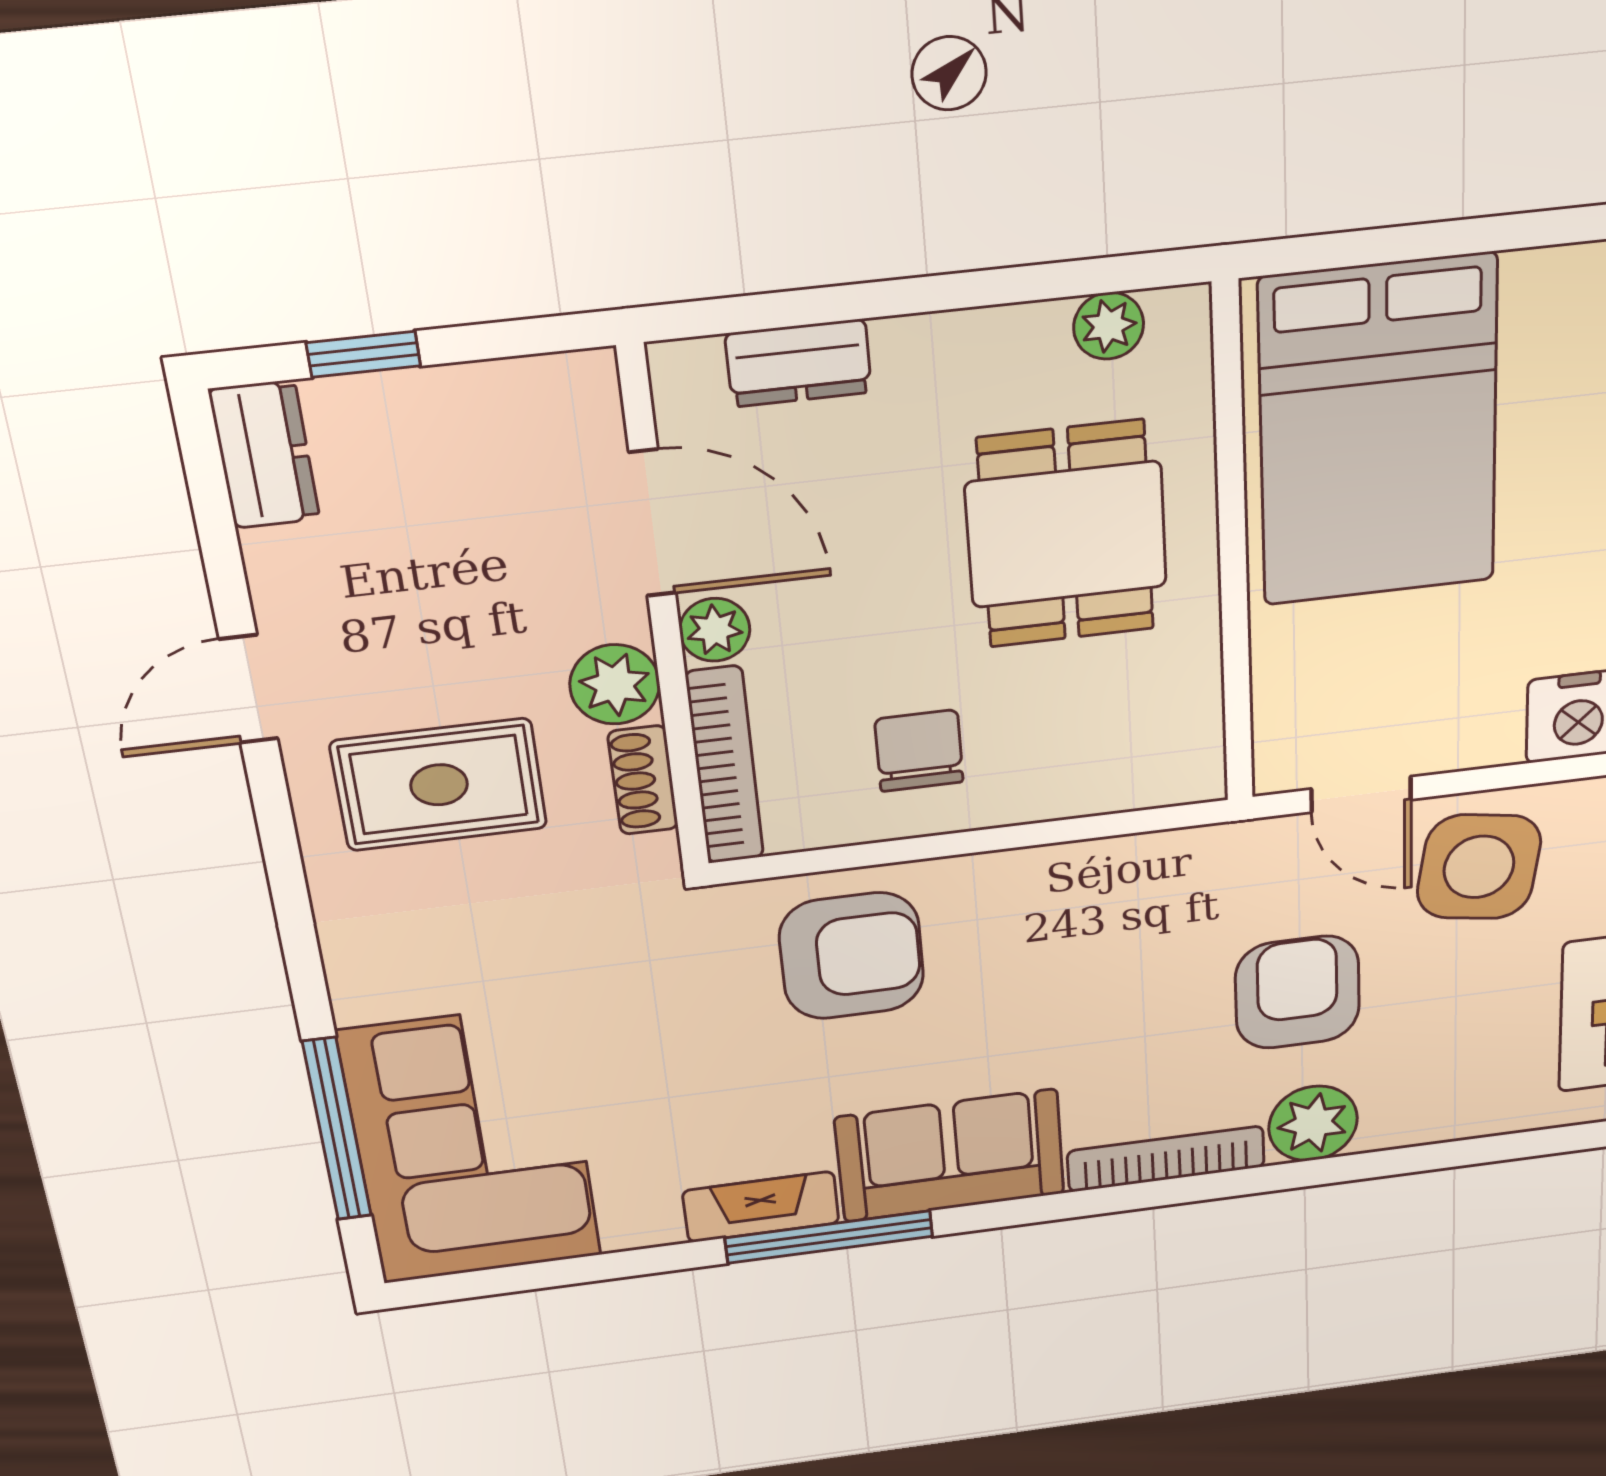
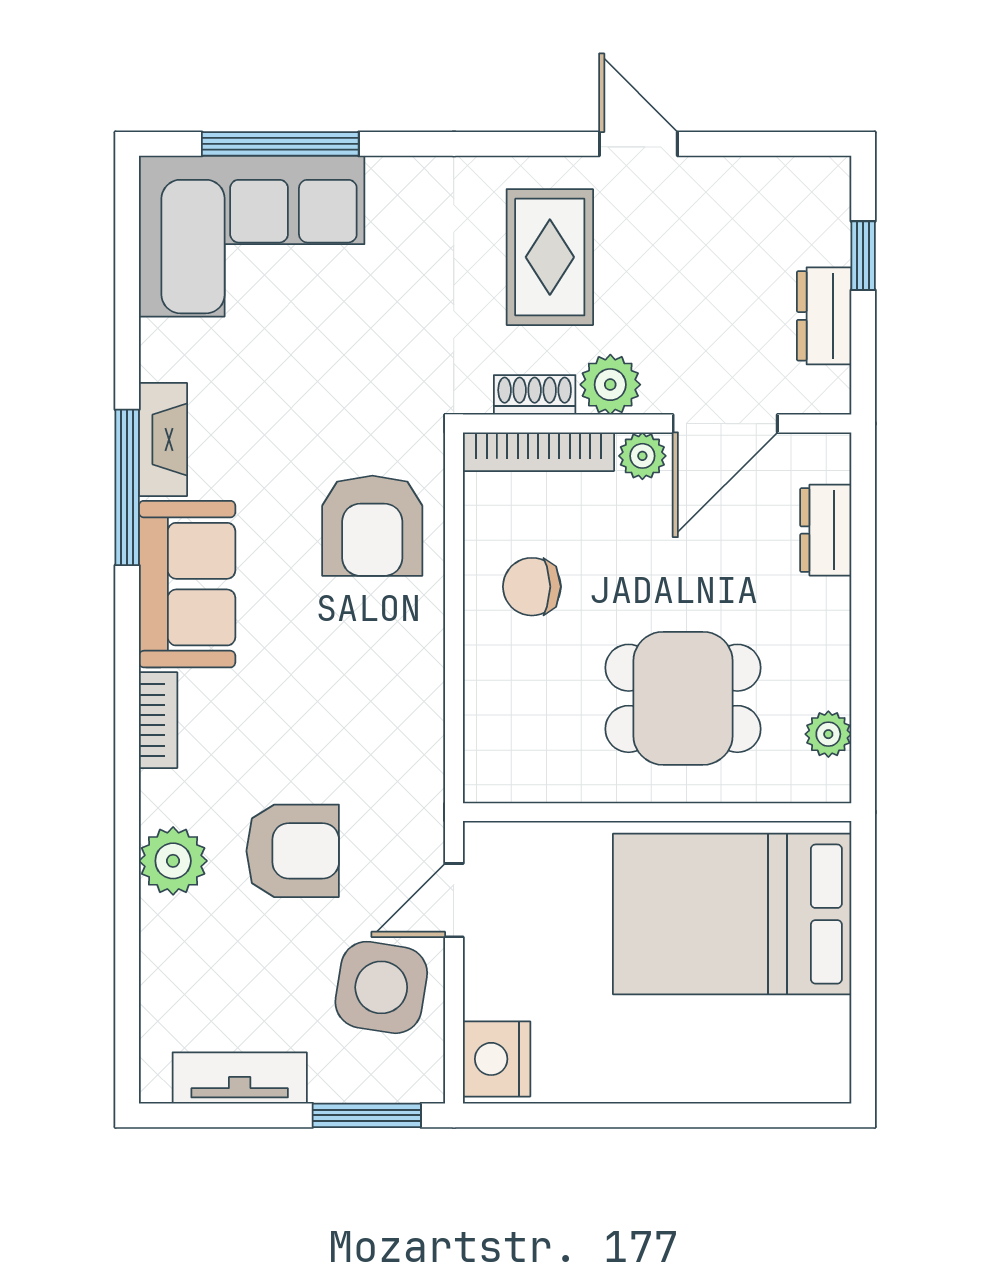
dresser: (264, 455) -> (824, 316), moved, turned 90
chair: (919, 751) -> (532, 587), turned 180
bookcase: (1166, 1159) -> (158, 720), width x0.64

